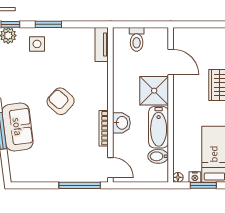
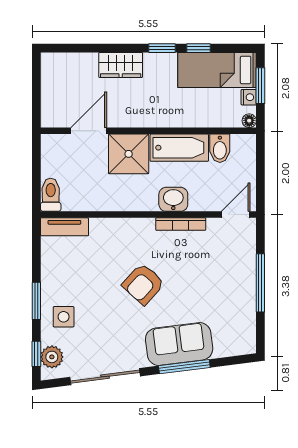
toilet: (137, 39) -> (51, 195), moved, turned -90
window: (80, 185) -> (260, 283), moved

